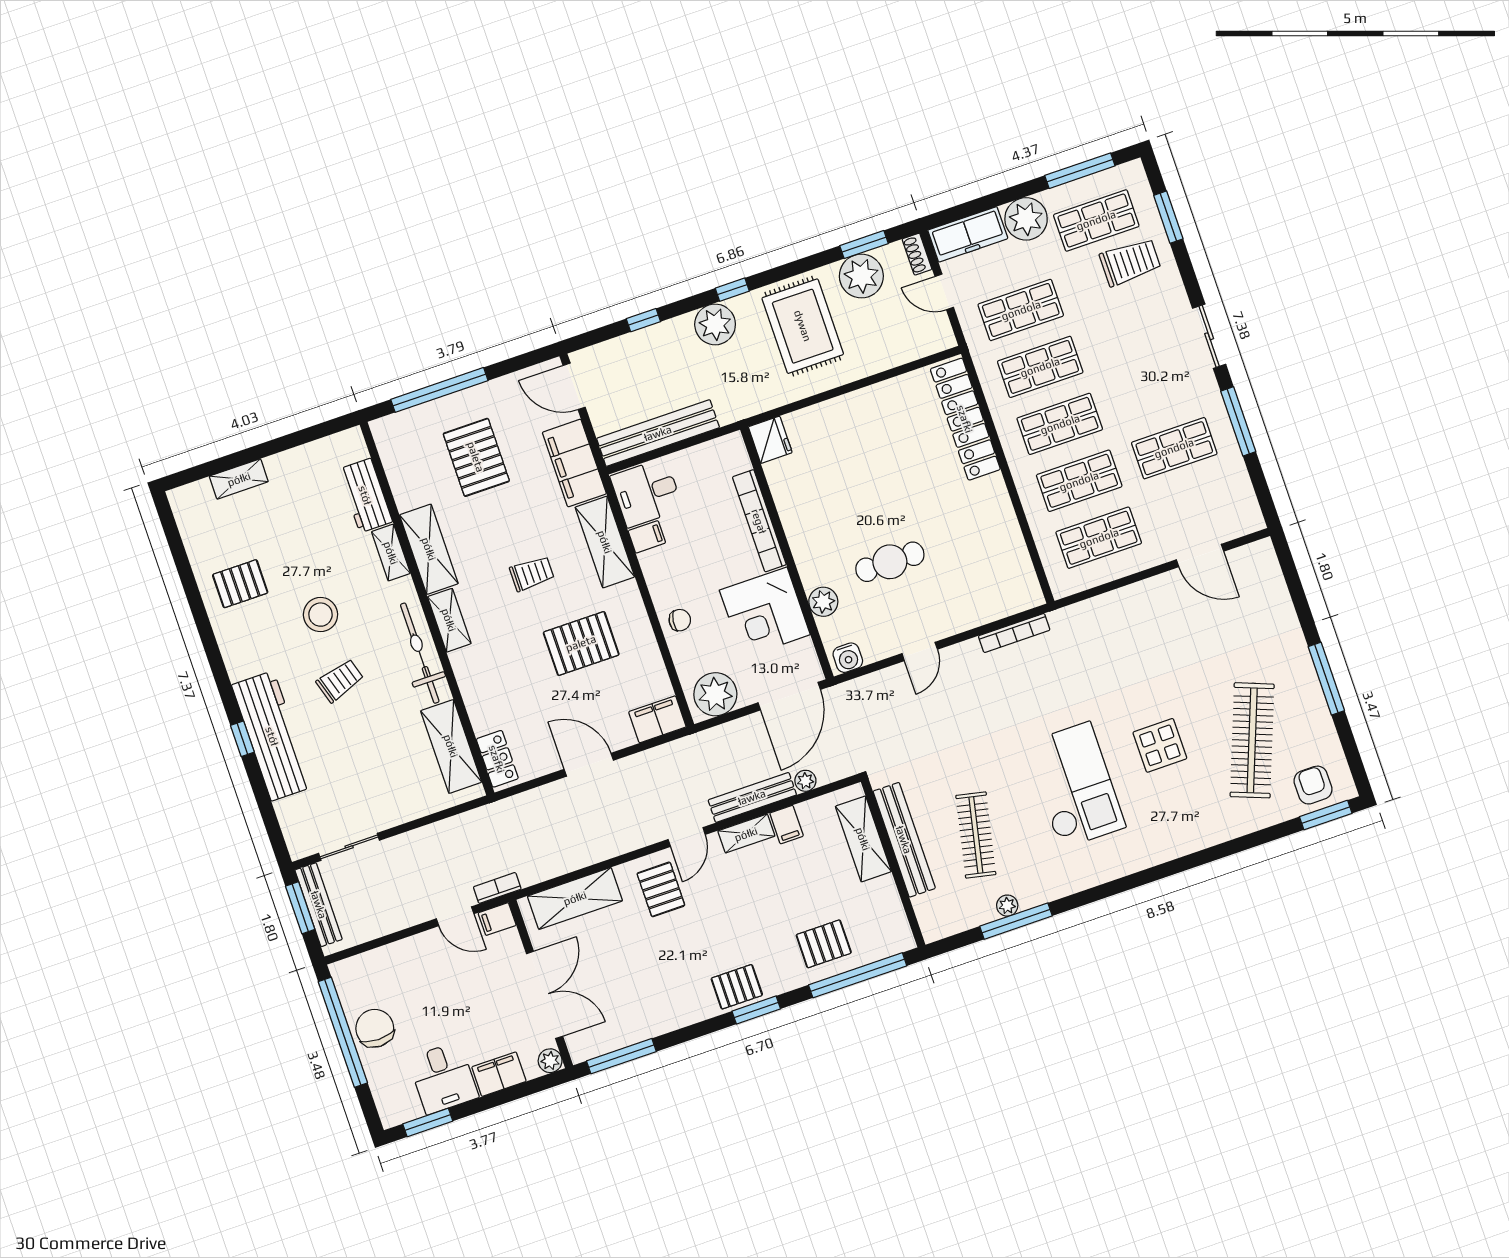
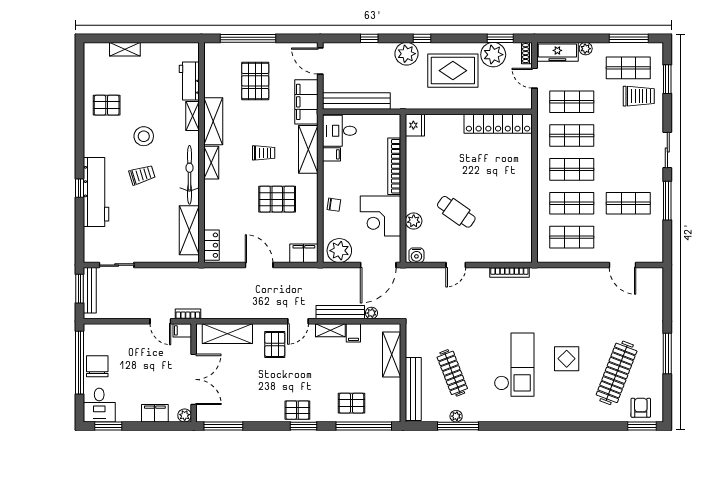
plant: (1026, 219) -> (586, 49), width x0.53, depth x0.53
rug: (803, 326) -> (453, 71), turned 90
locker: (965, 419) -> (498, 124), moved, turned -90
cafe table: (890, 562) -> (456, 212), turned 35
clothes rail: (976, 835) -> (452, 373), turned -33
bench: (904, 840) -> (413, 389), moved
desk: (443, 1078) -> (99, 405), moved

